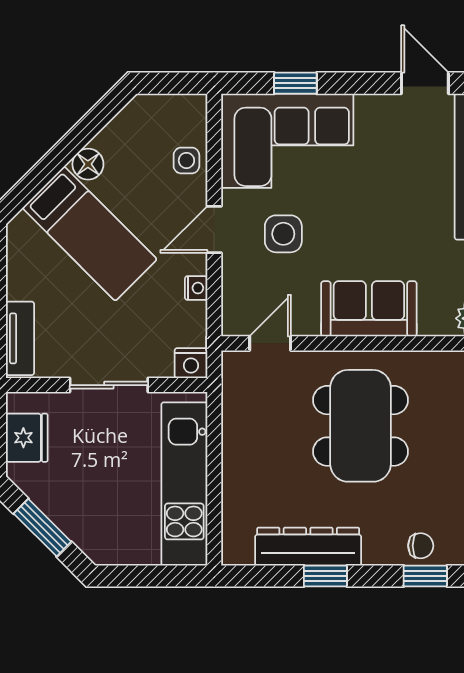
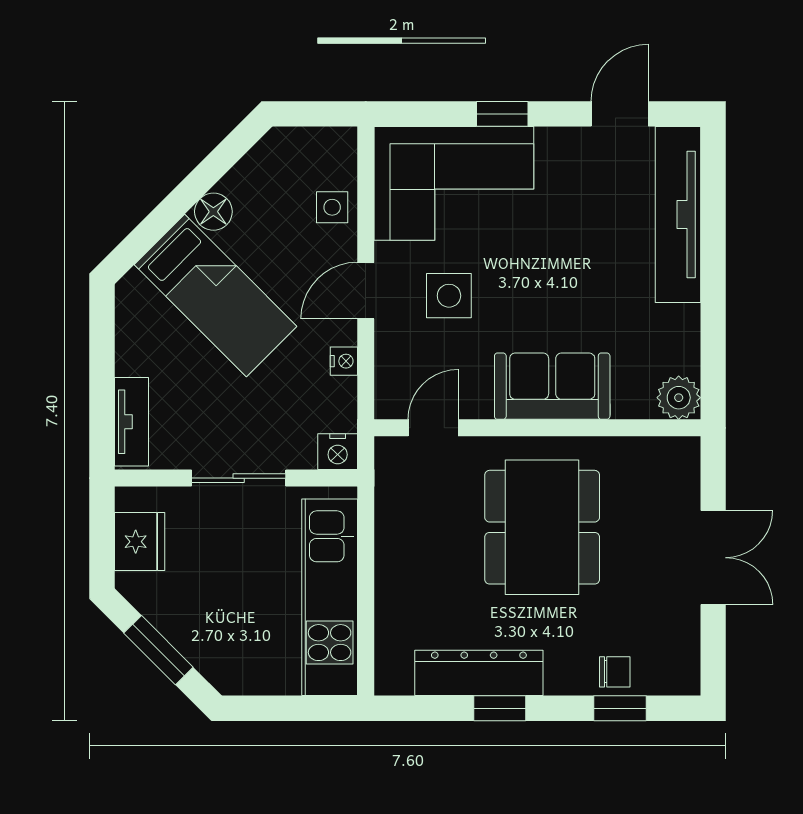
window: (295, 83) -> (502, 114), moved
door: (425, 83) -> (620, 114), hinge flipped

